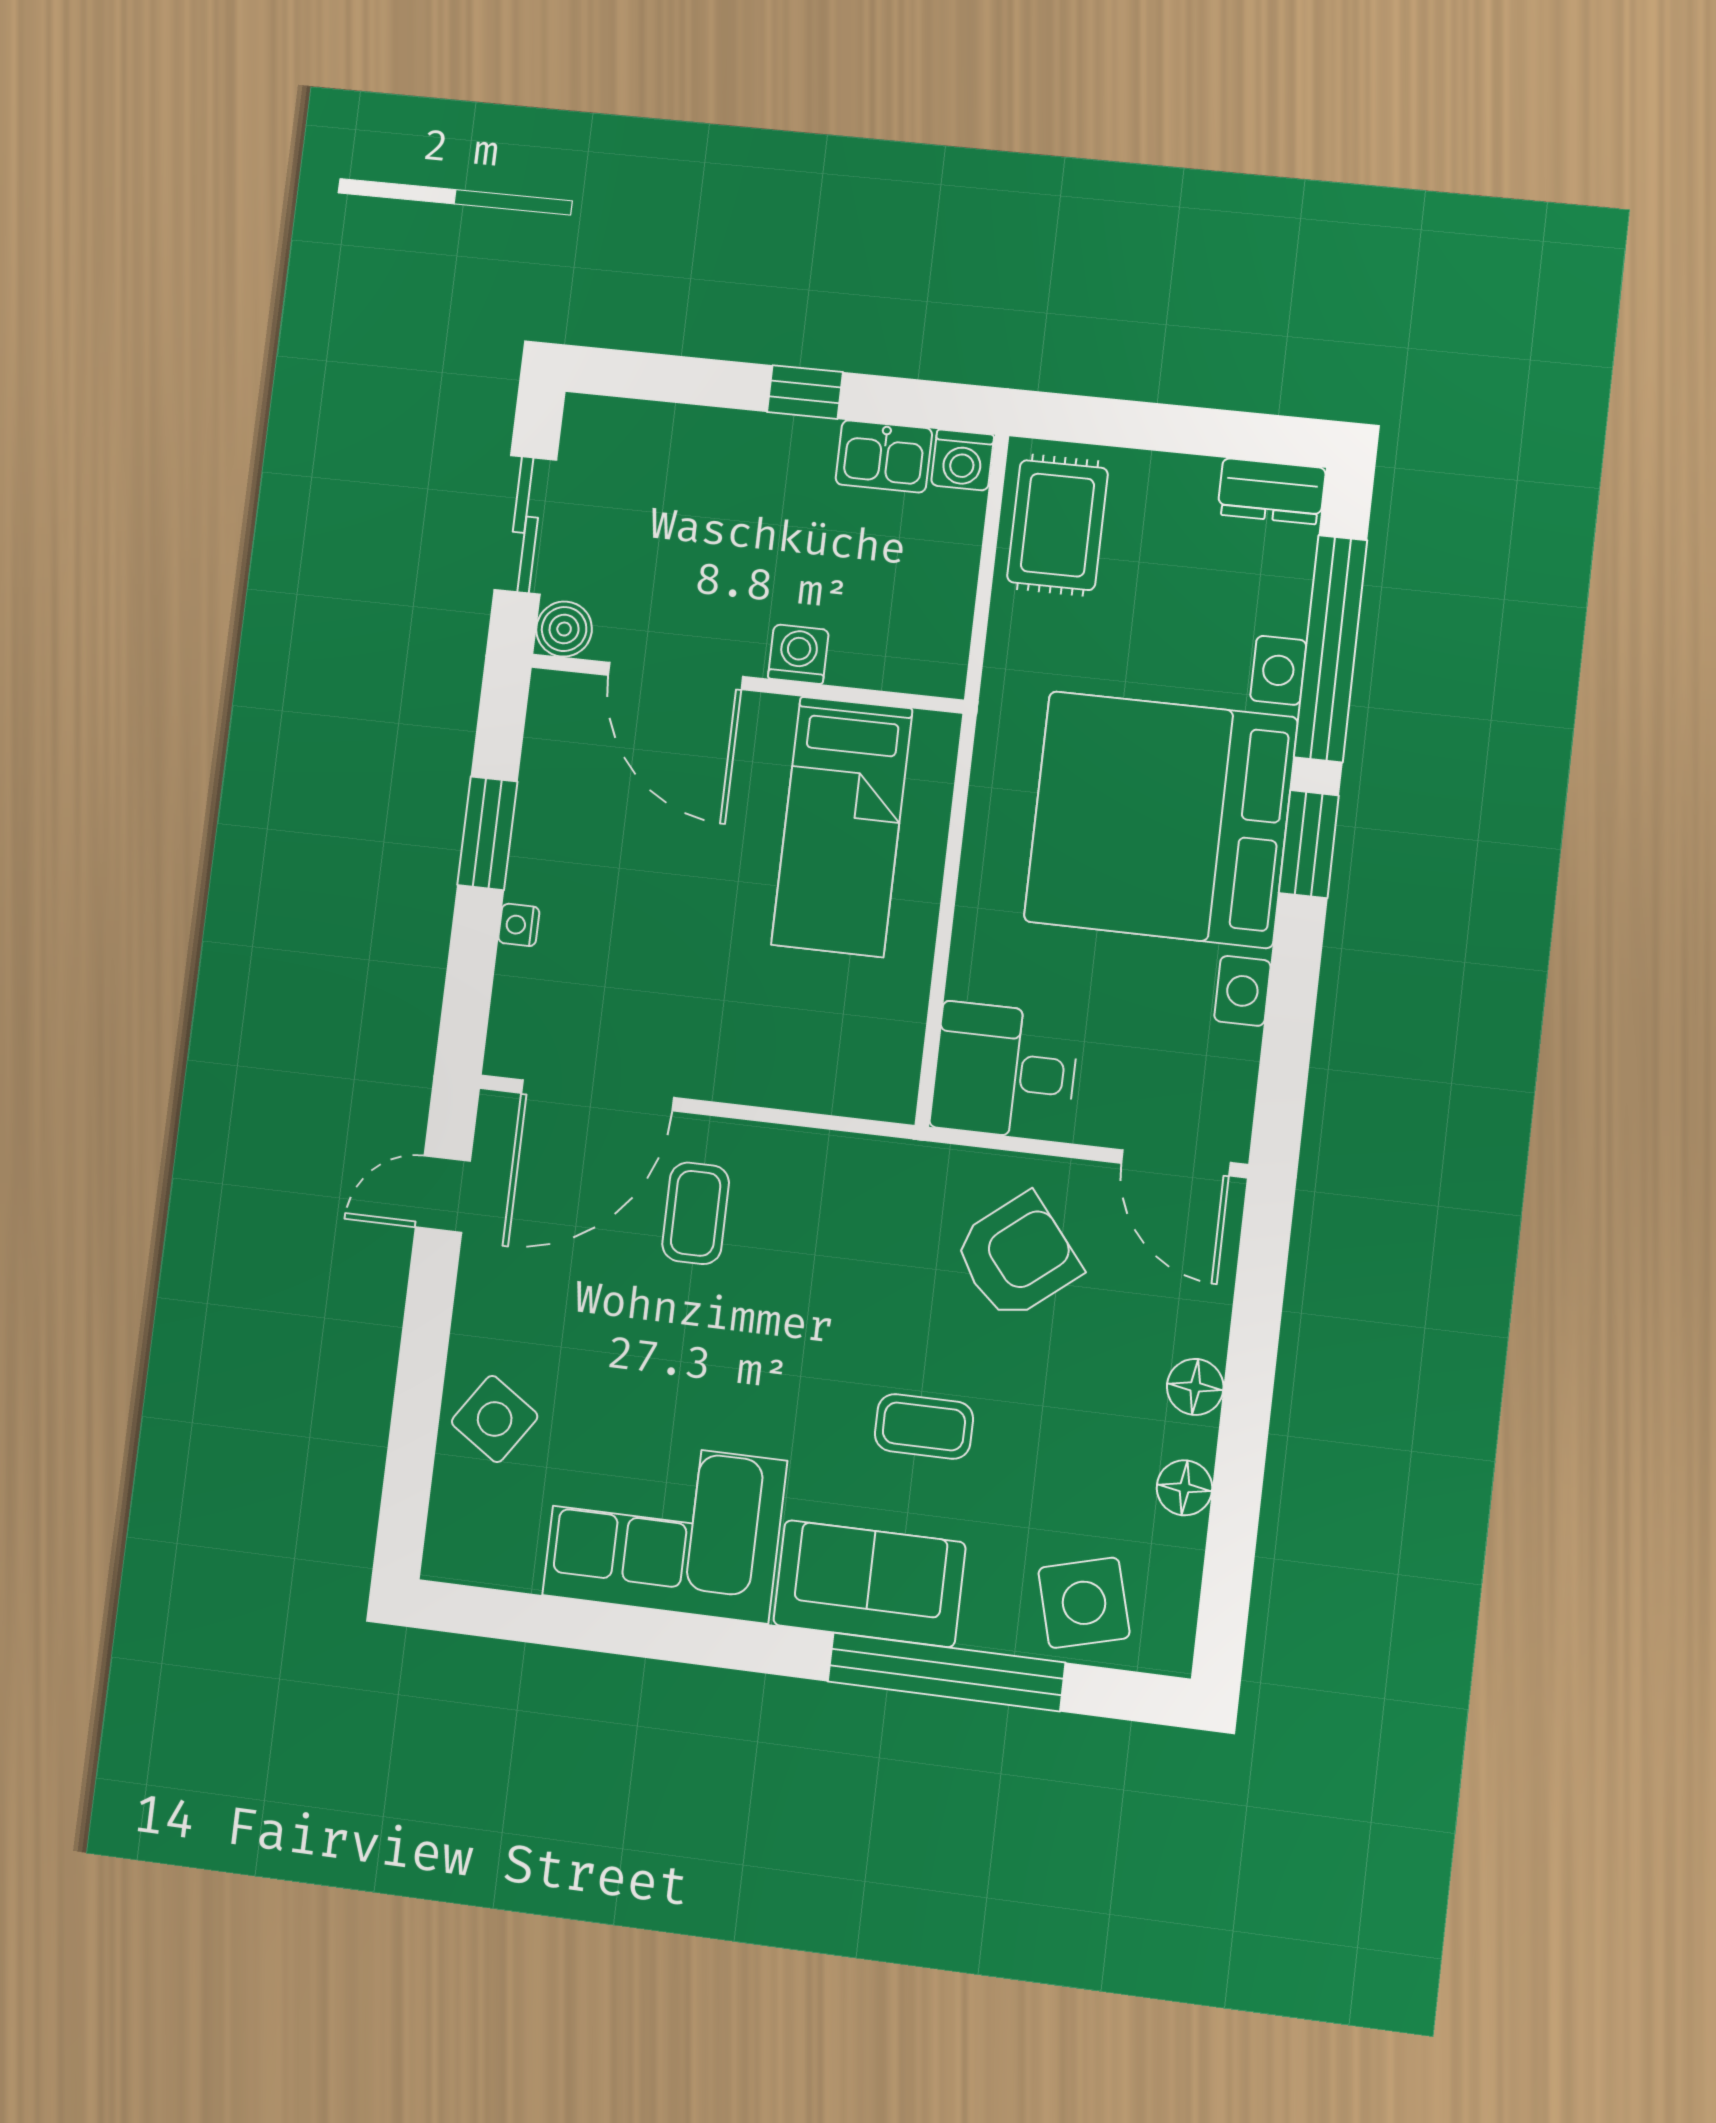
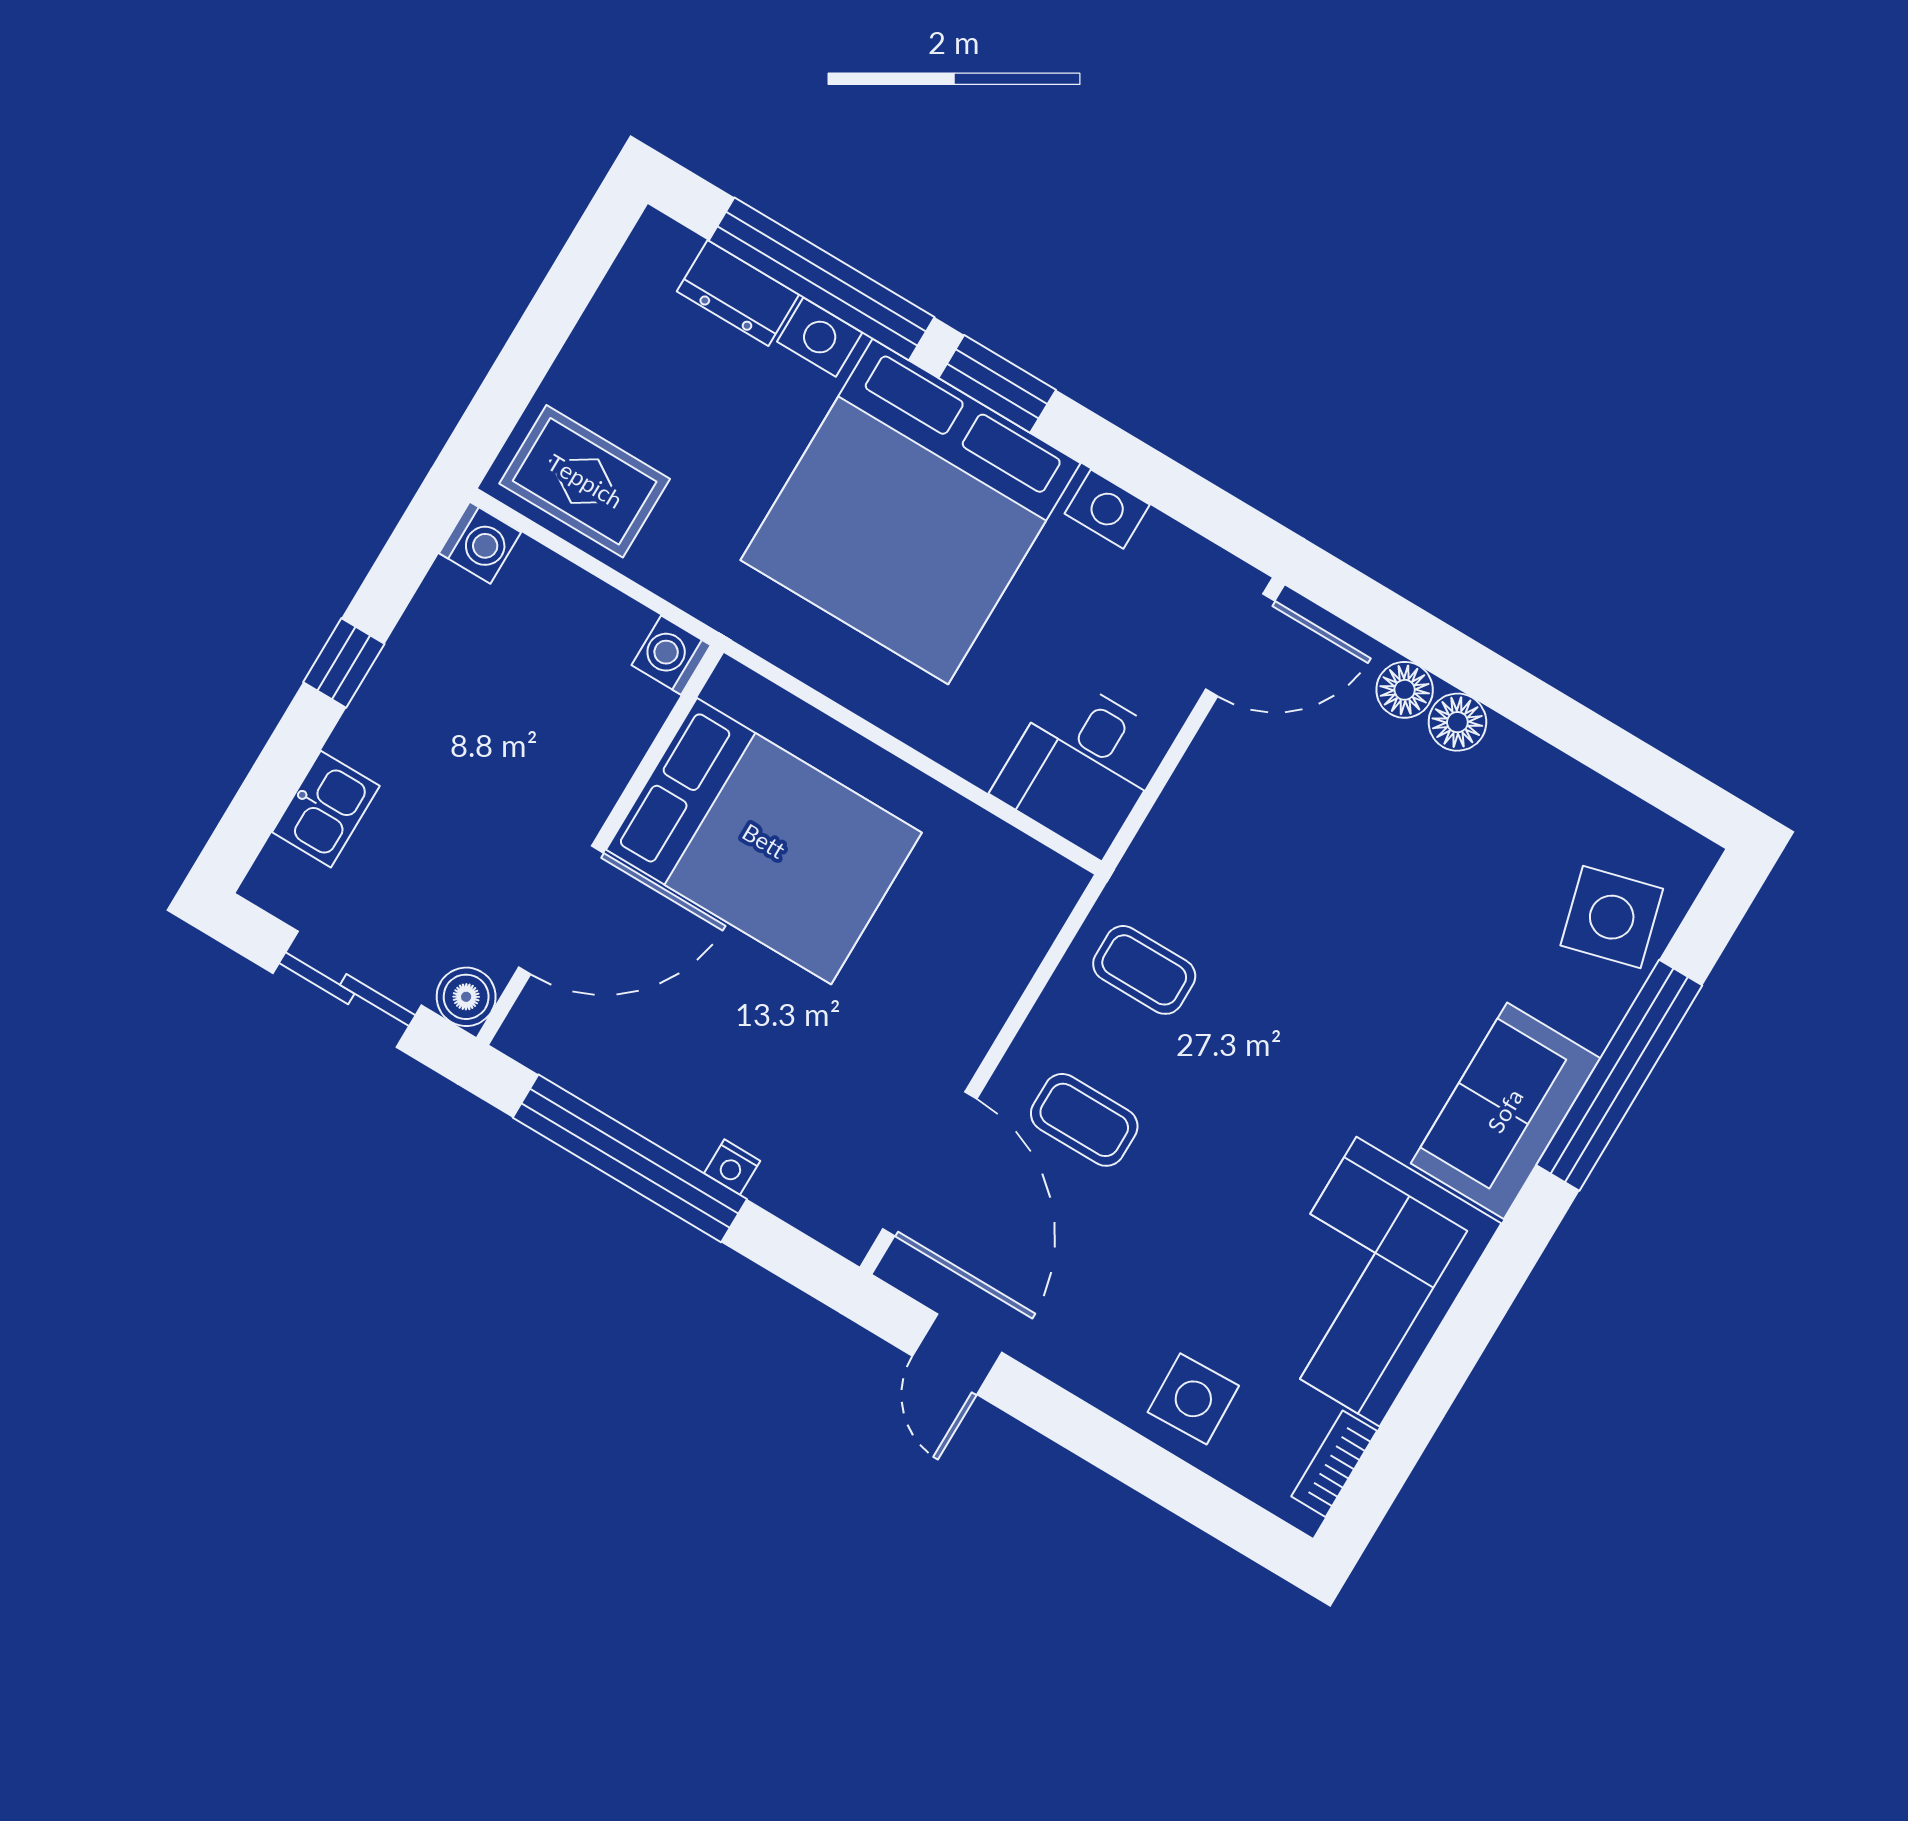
kitchen sink: (884, 456) -> (326, 809), moved
dresser: (1271, 491) -> (738, 293), moved, turned 90
washing machine: (798, 654) -> (671, 655), moved
bed: (842, 827) -> (764, 841), width x1.50
window: (487, 833) -> (630, 1158), width x2.11
armchair: (1017, 1257) -> (1262, 834), removed
side table: (495, 1419) -> (1193, 1399), turned -36
coffee table: (924, 1426) -> (1144, 970), moved, turned 90
floor lamp: (1184, 1488) -> (1405, 690), moved
bookcase: (492, 1569) -> (1334, 1464), added

